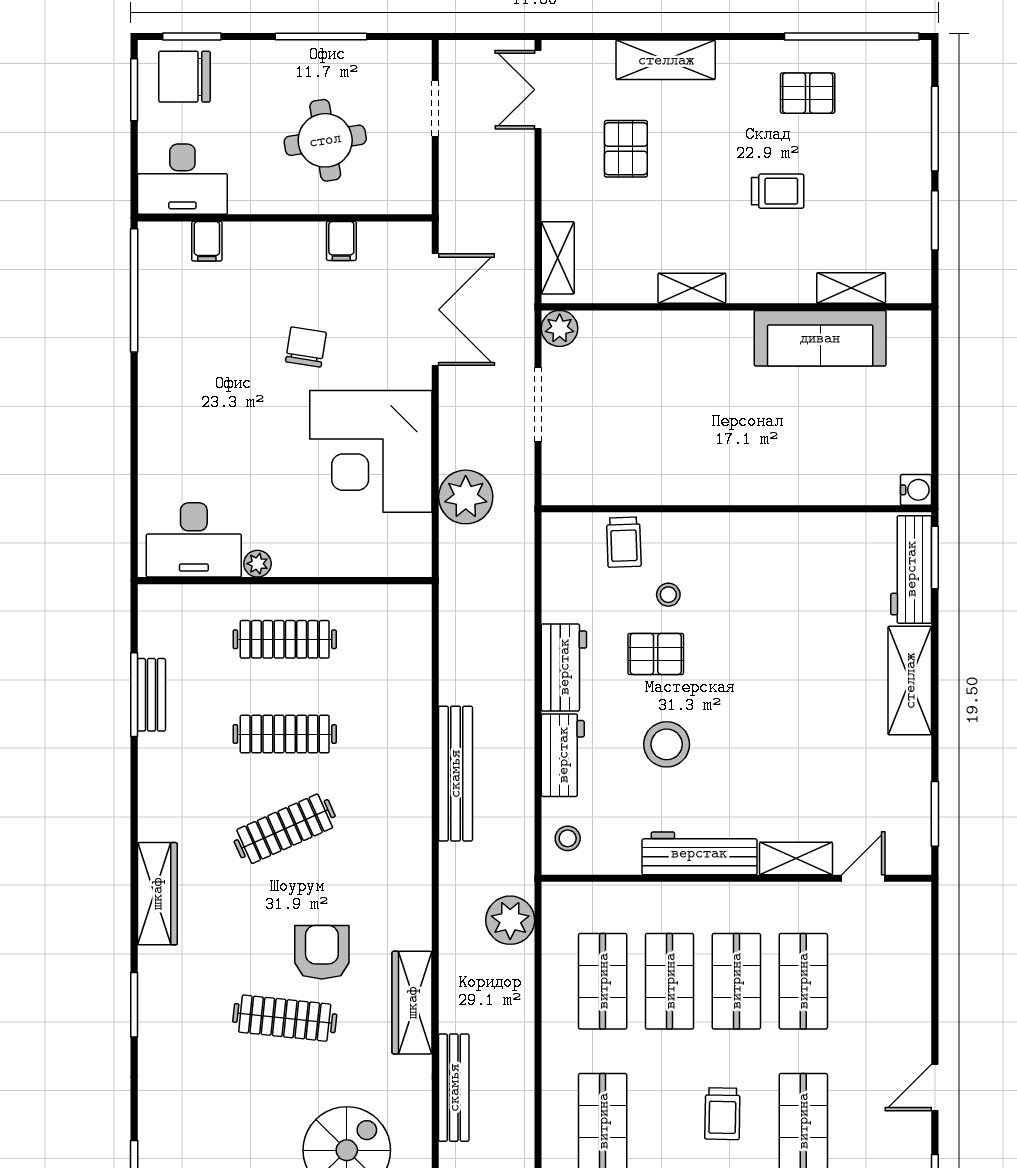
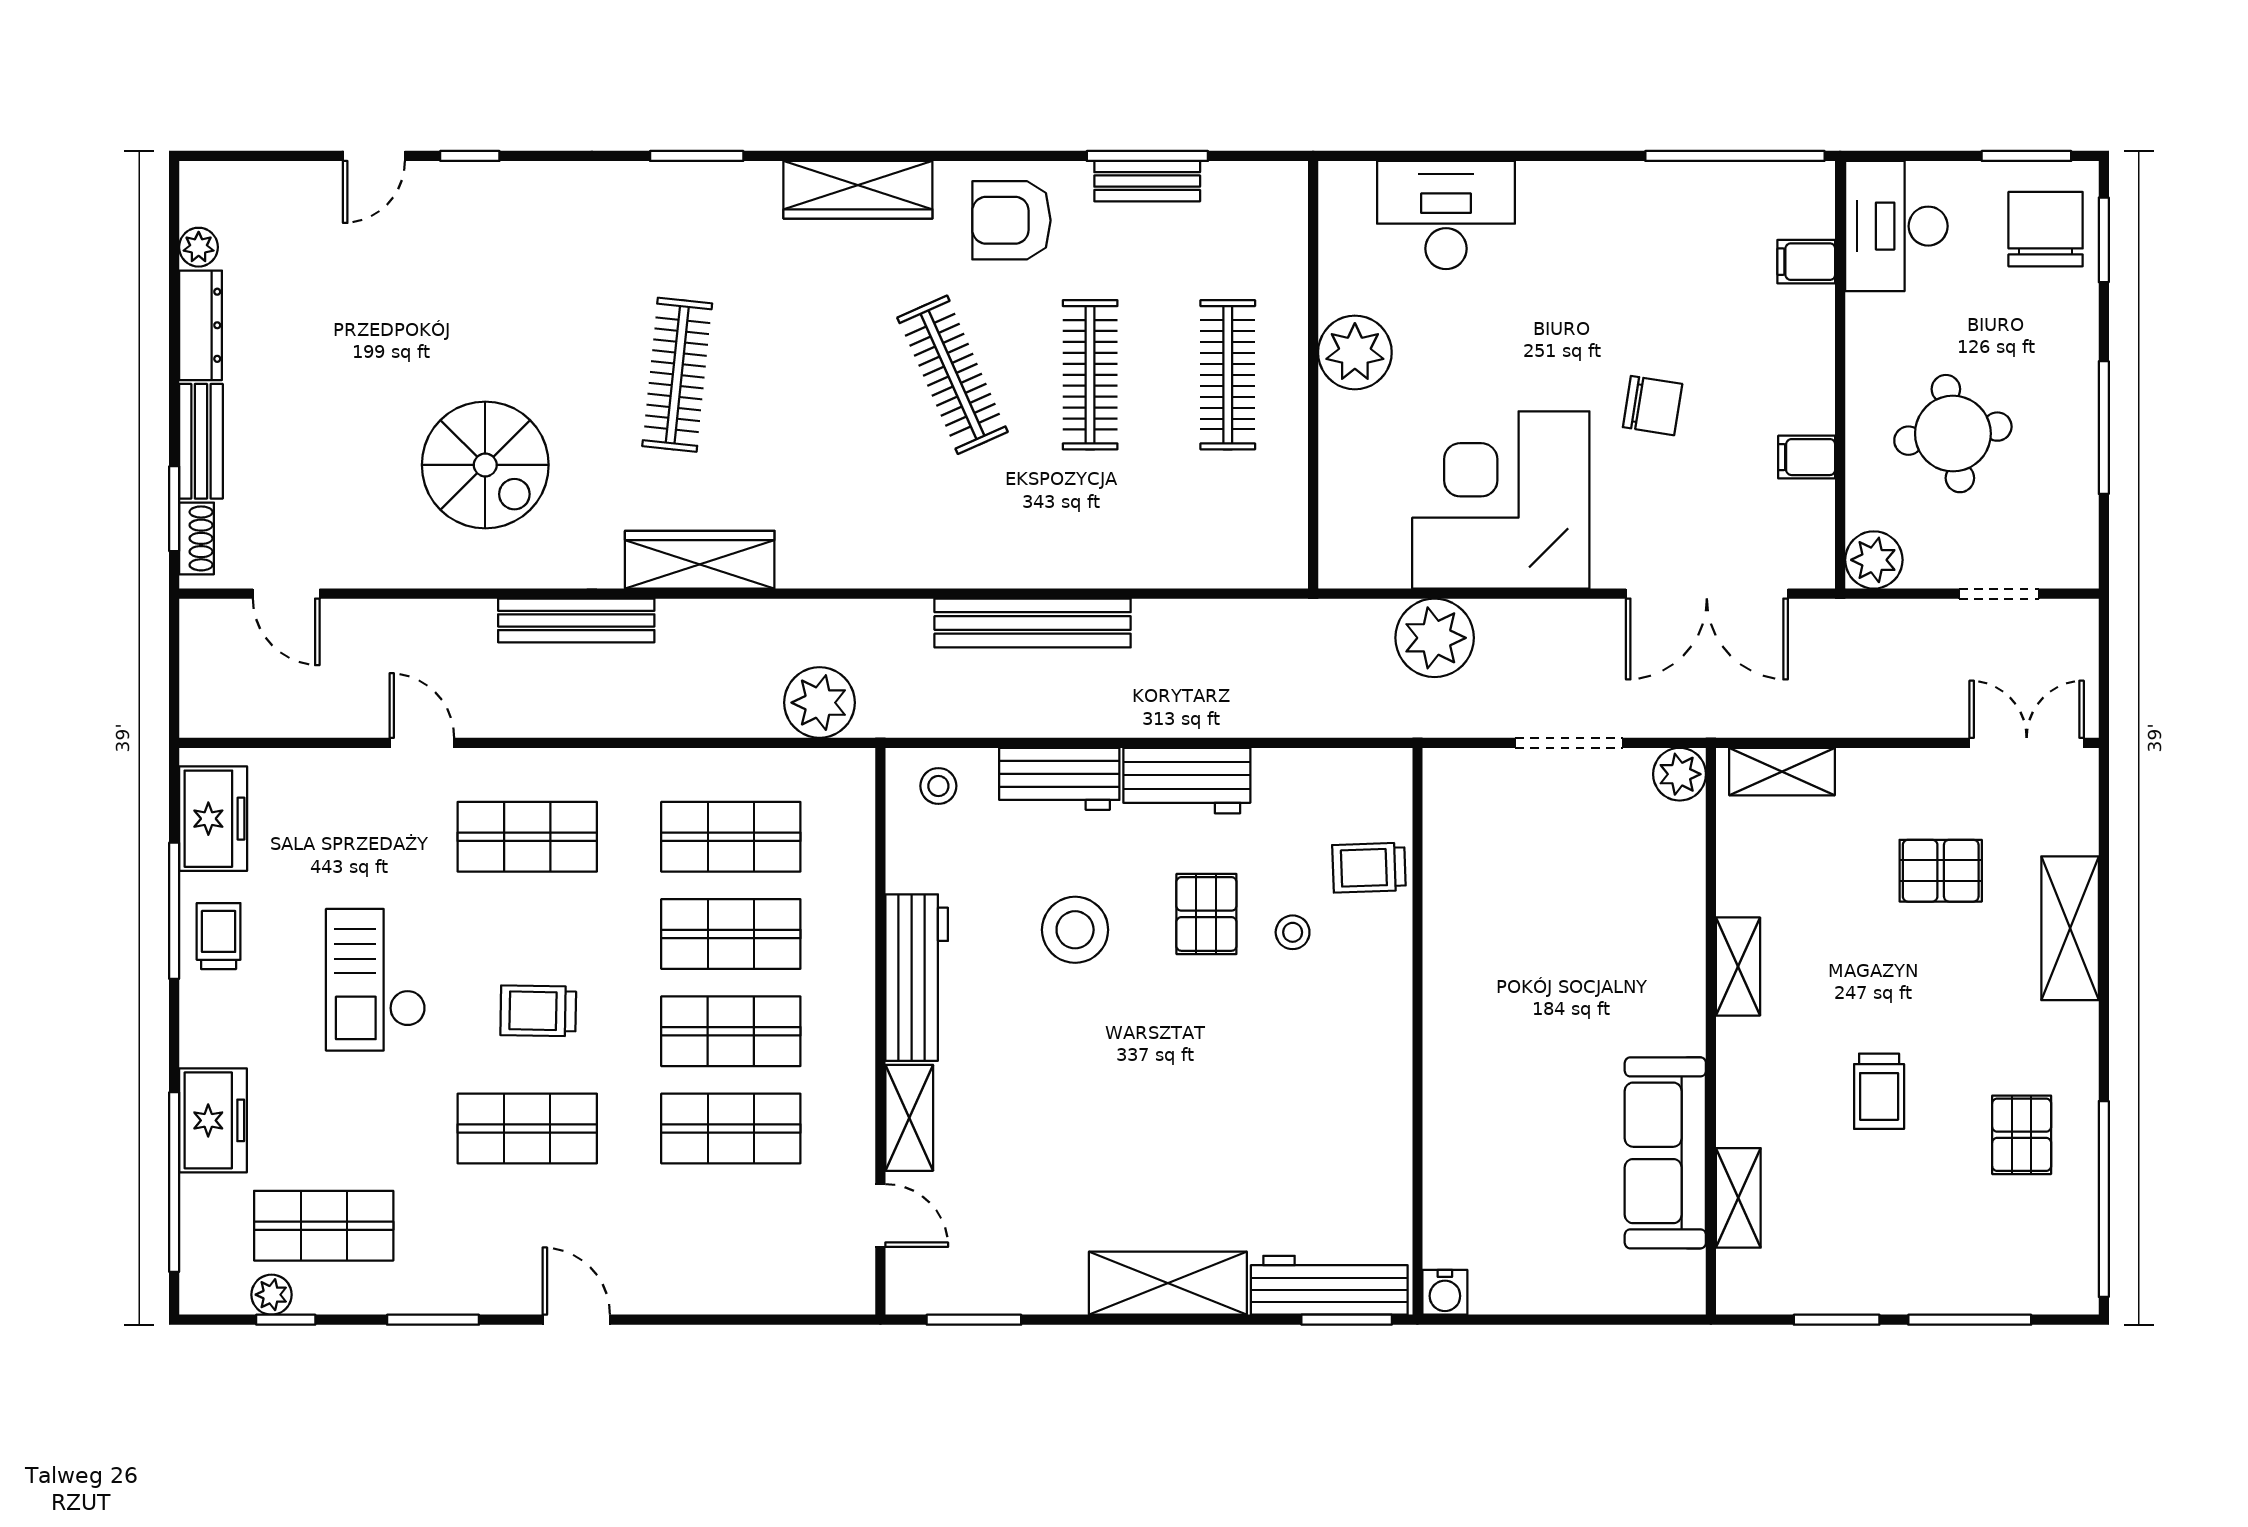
plant: (412, 195) -> (1874, 560), added
desk: (194, 540) -> (1446, 215), moved, turned 90
plant: (257, 564) -> (1355, 352), width x1.87, depth x1.87
armchair: (322, 952) -> (1011, 220), moved, turned 180

